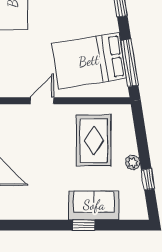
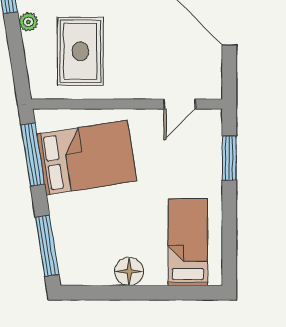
door: (42, 101) -> (180, 104), moved

